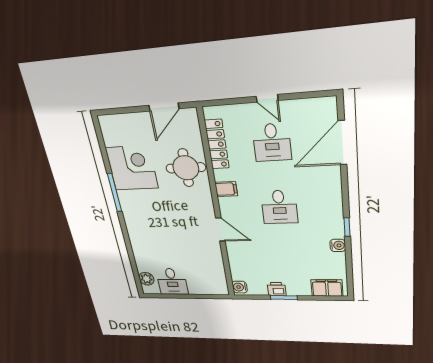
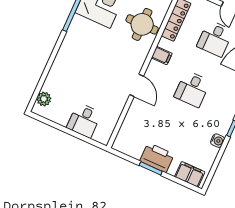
desk: (172, 282) -> (84, 120), moved
water cooler: (240, 287) -> (120, 143), removed
printer: (277, 289) -> (157, 158), width x1.87, depth x1.48

